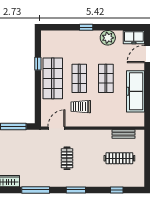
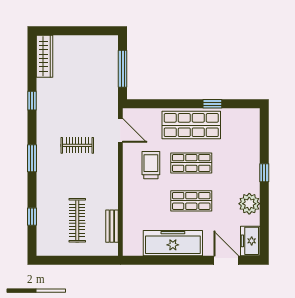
window: (36, 190) -> (32, 101), width x0.46

